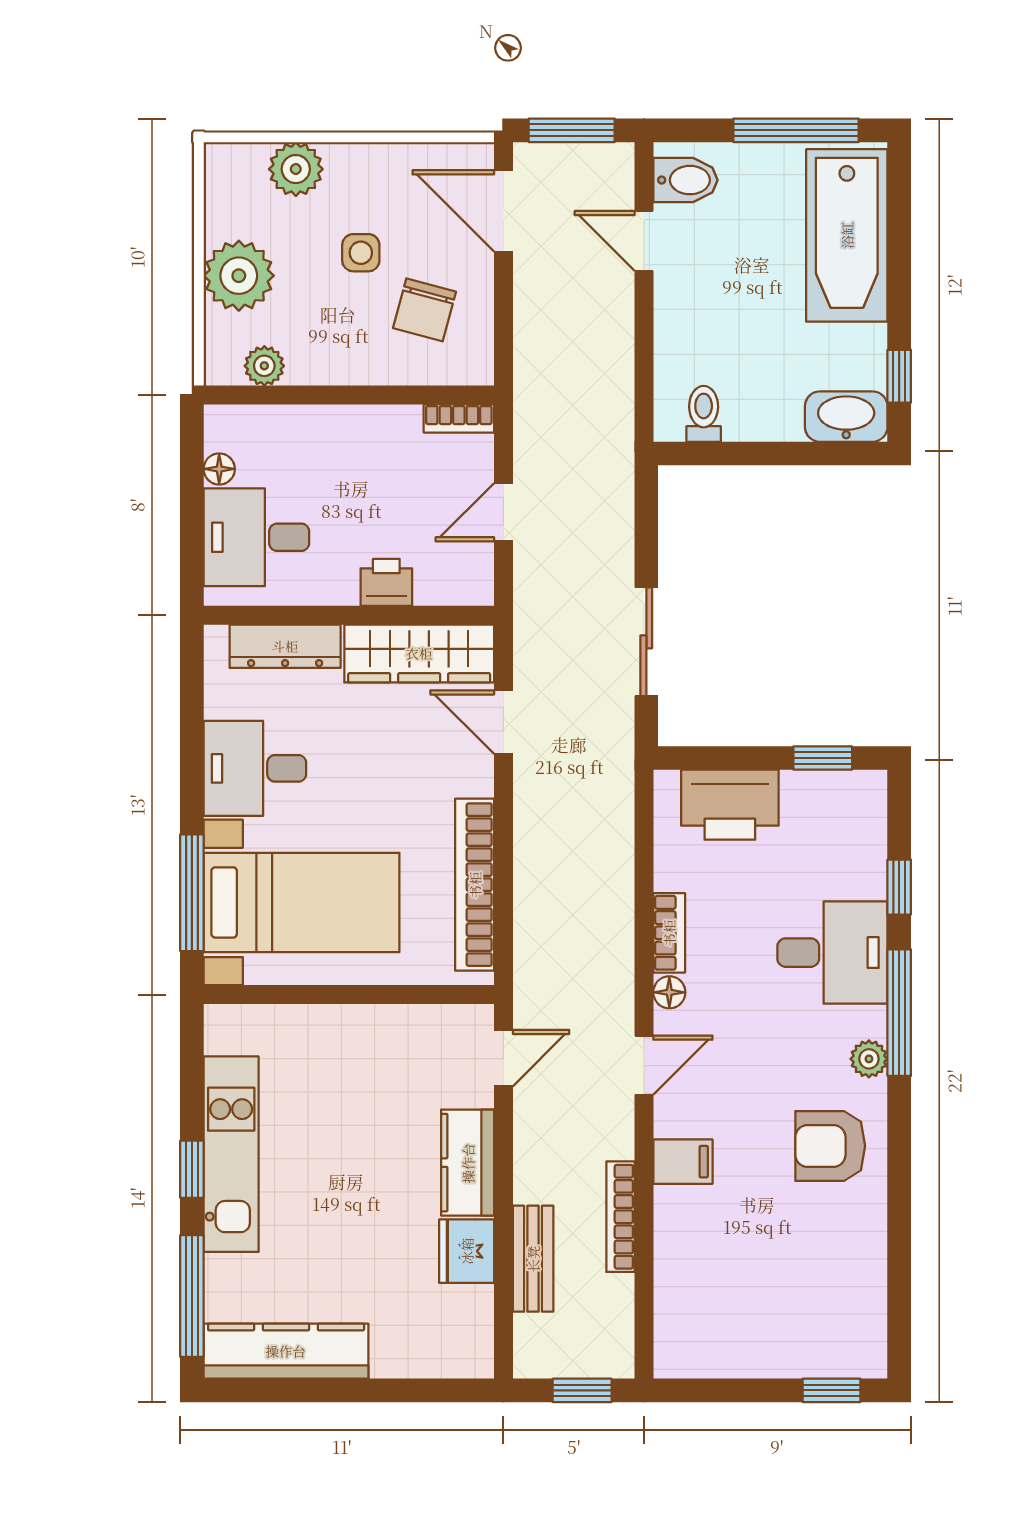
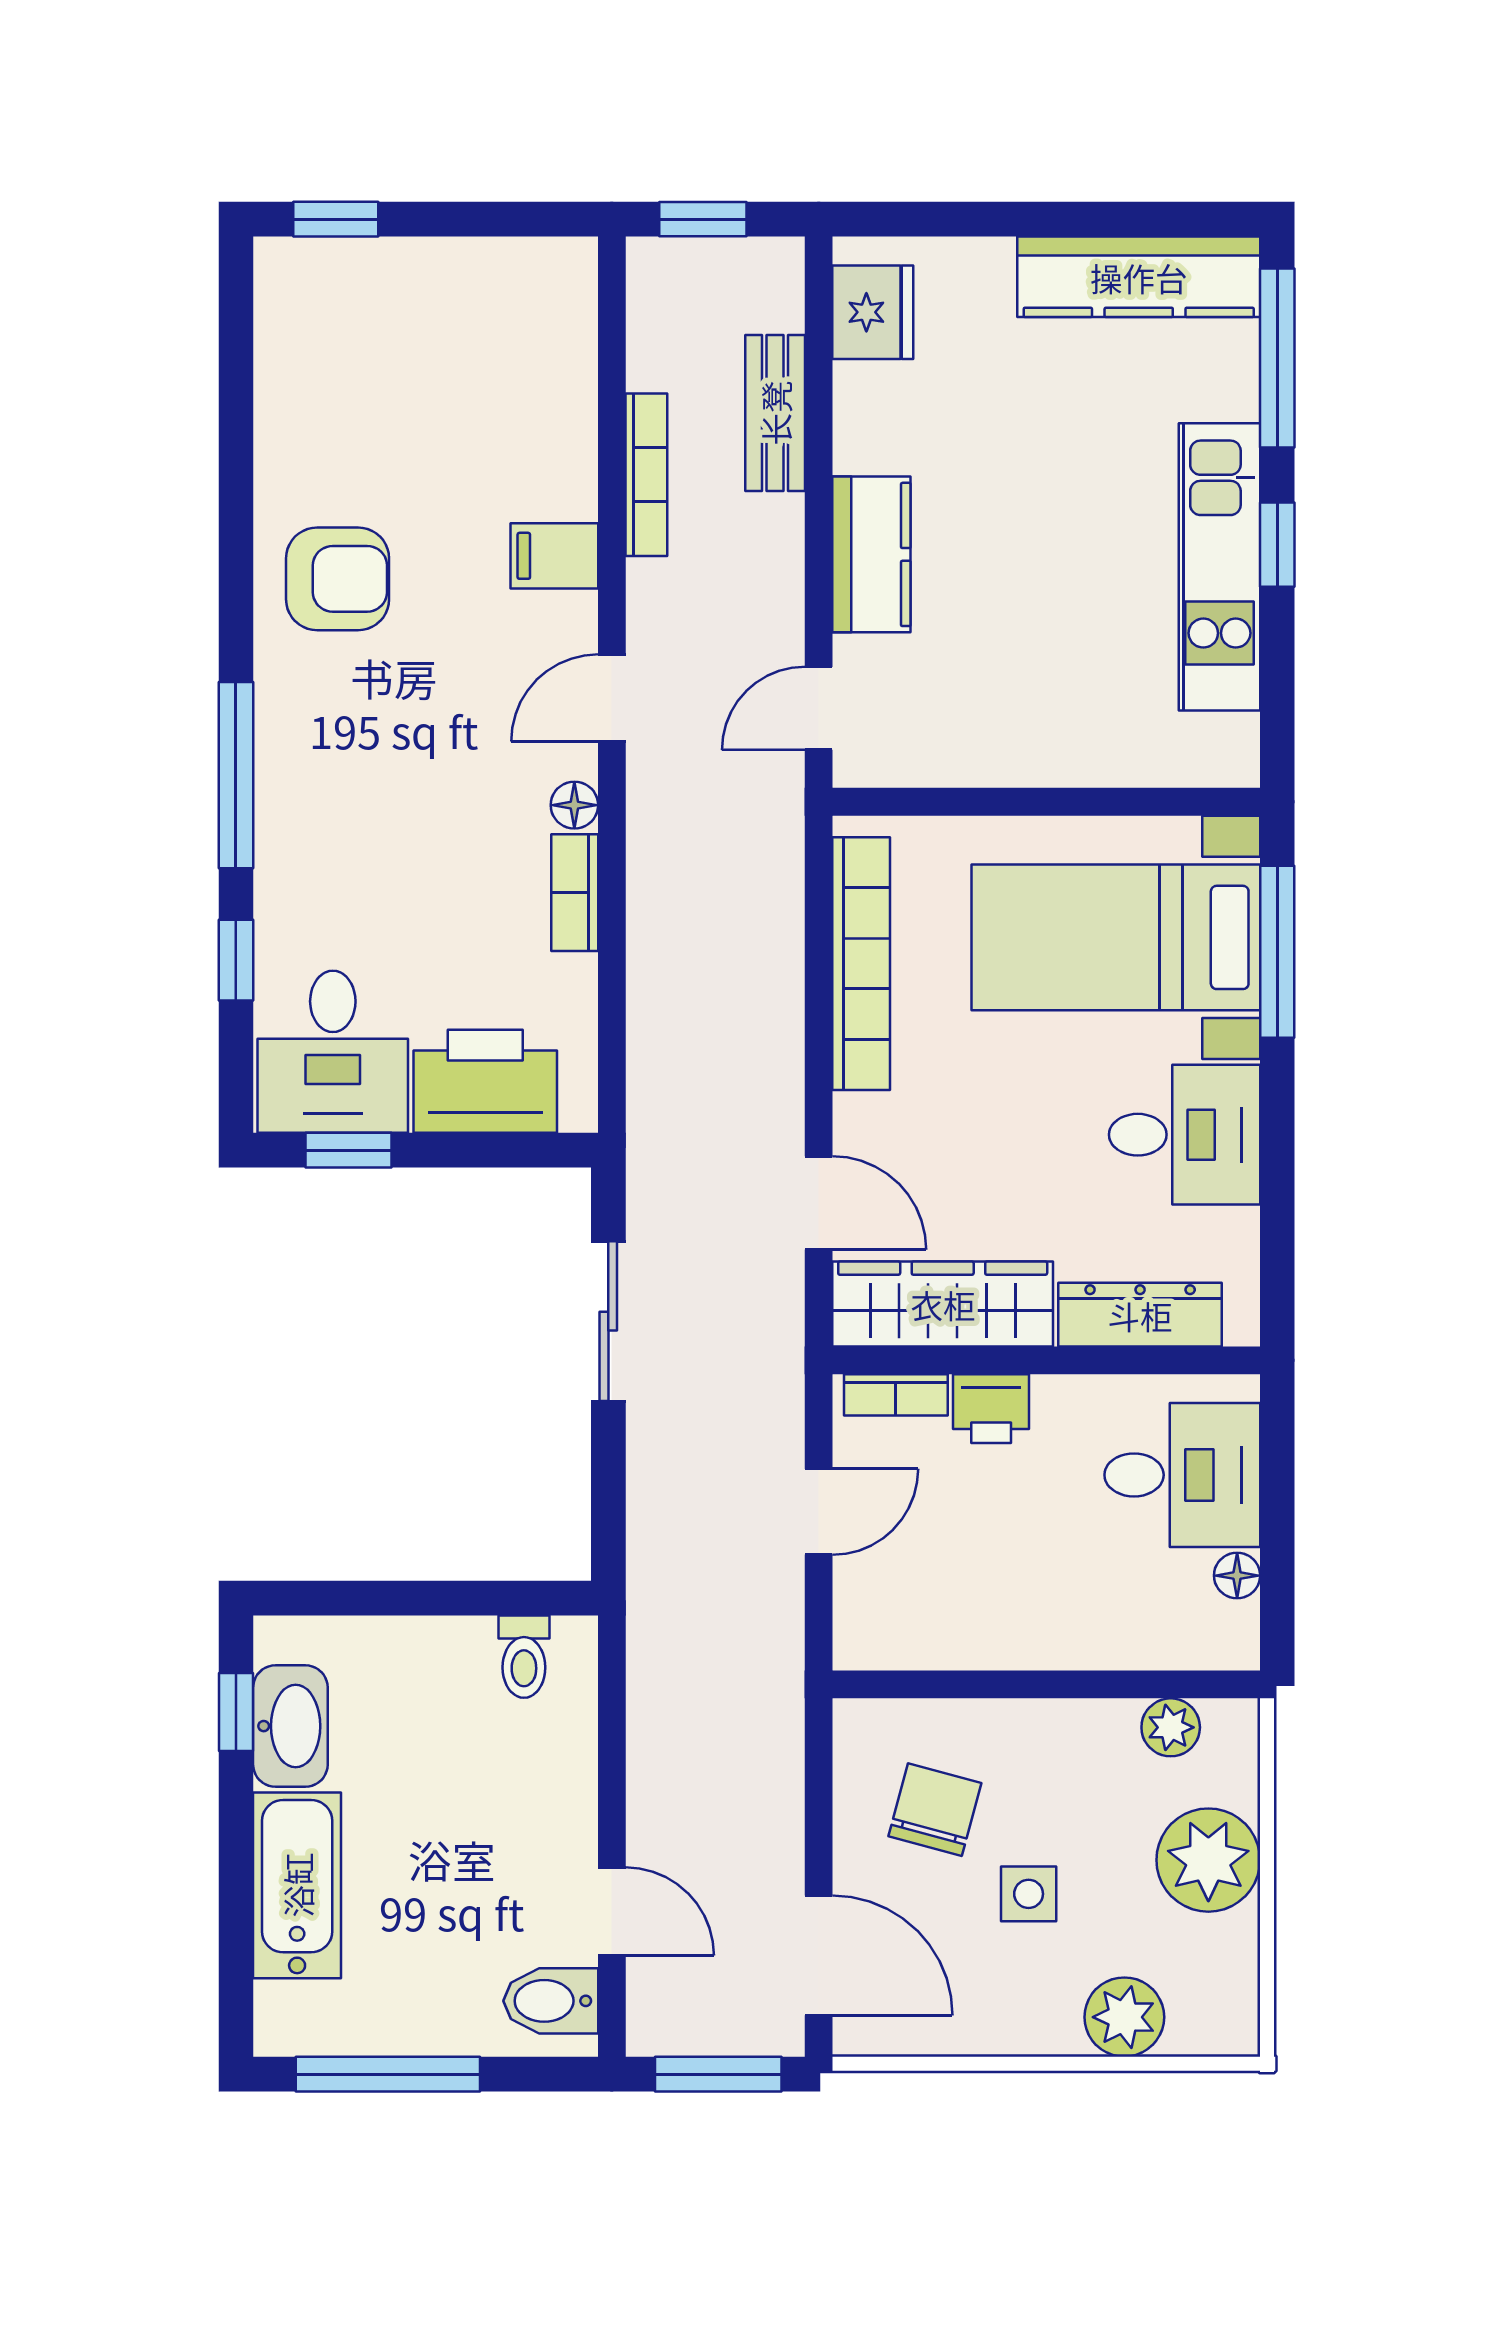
bathtub: (847, 235) -> (297, 1885), width x0.73, depth x0.73
washbasin: (846, 417) -> (290, 1726), moved, turned -90
bookcase: (459, 418) -> (896, 1395), moved, turned 180
desk: (832, 953) -> (333, 1052), moved, turned -90
plant: (869, 1059) -> (281, 707), removed
fridge: (467, 1251) -> (873, 312), moved

